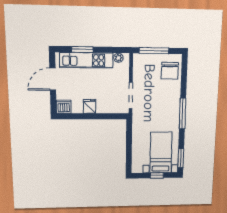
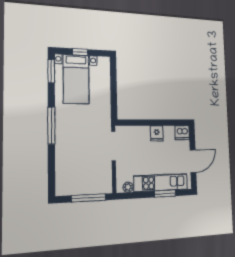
chair: (170, 71) -> (69, 176), removed

